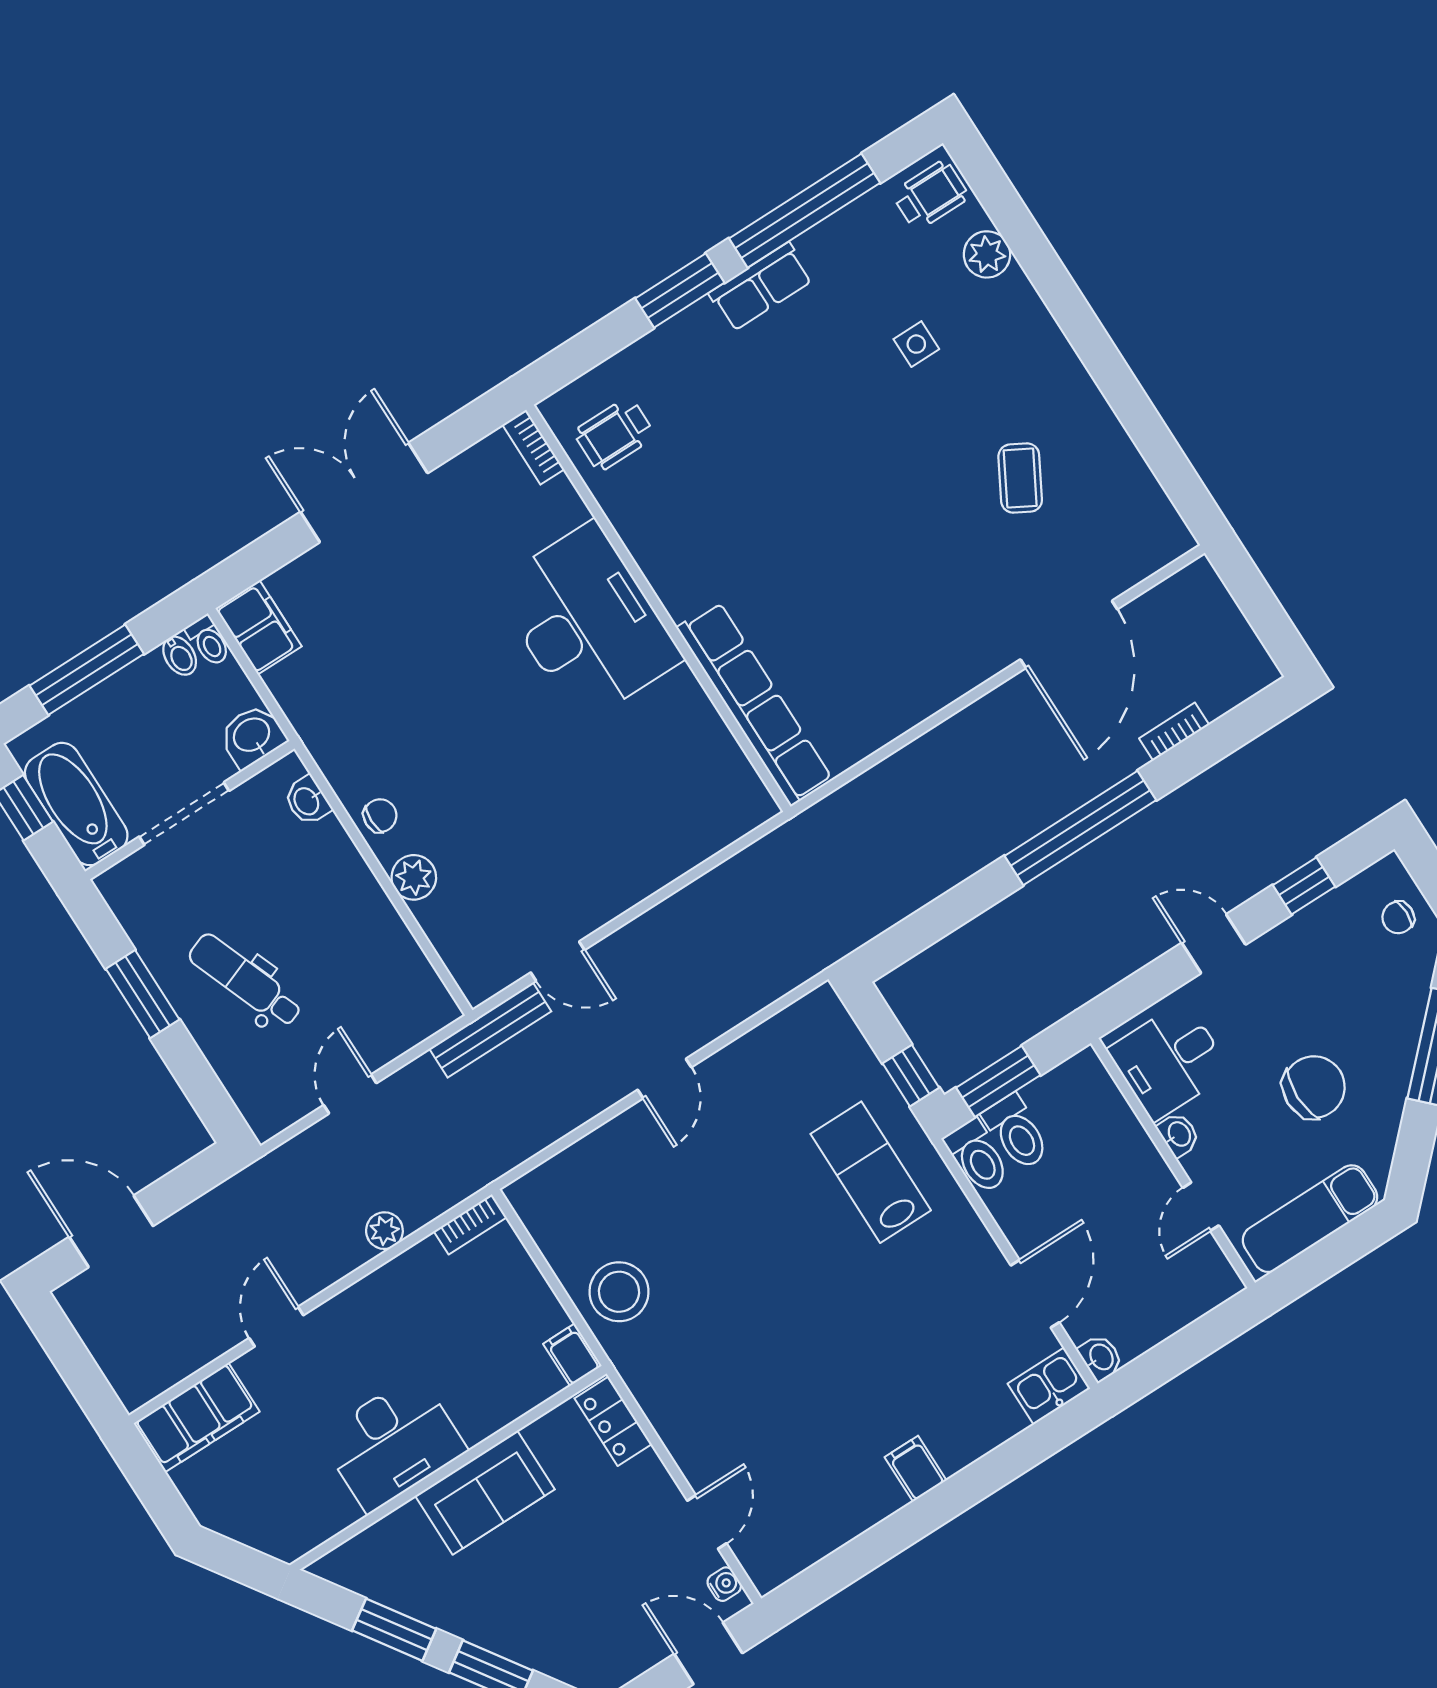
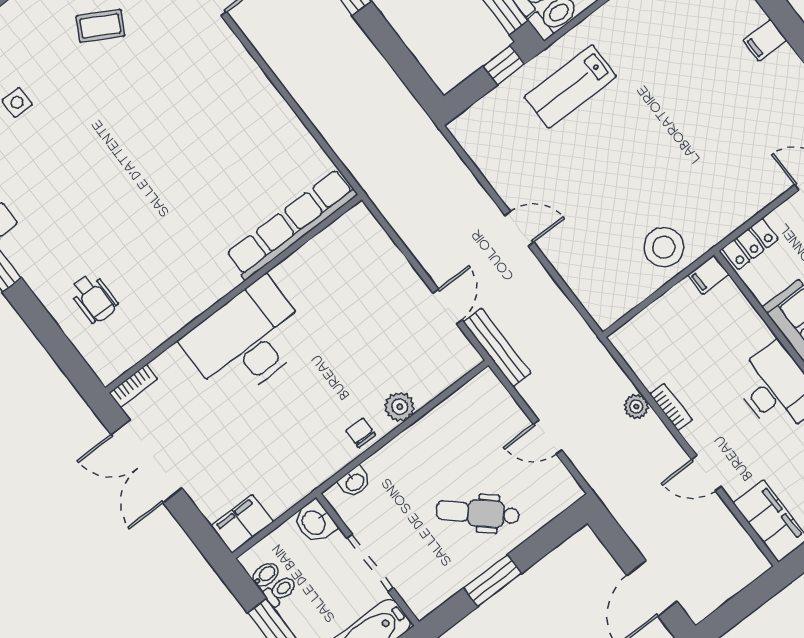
bookcase: (533, 447) -> (133, 386), moved
wall: (658, 608) -> (234, 294), moved
desk: (587, 622) -> (247, 340), moved
toilet: (208, 641) -> (280, 591), moved
row of seats: (755, 704) -> (292, 224), moved
dental chair: (245, 981) -> (478, 513), turned 63
bookcase: (470, 1224) -> (671, 407), moved

